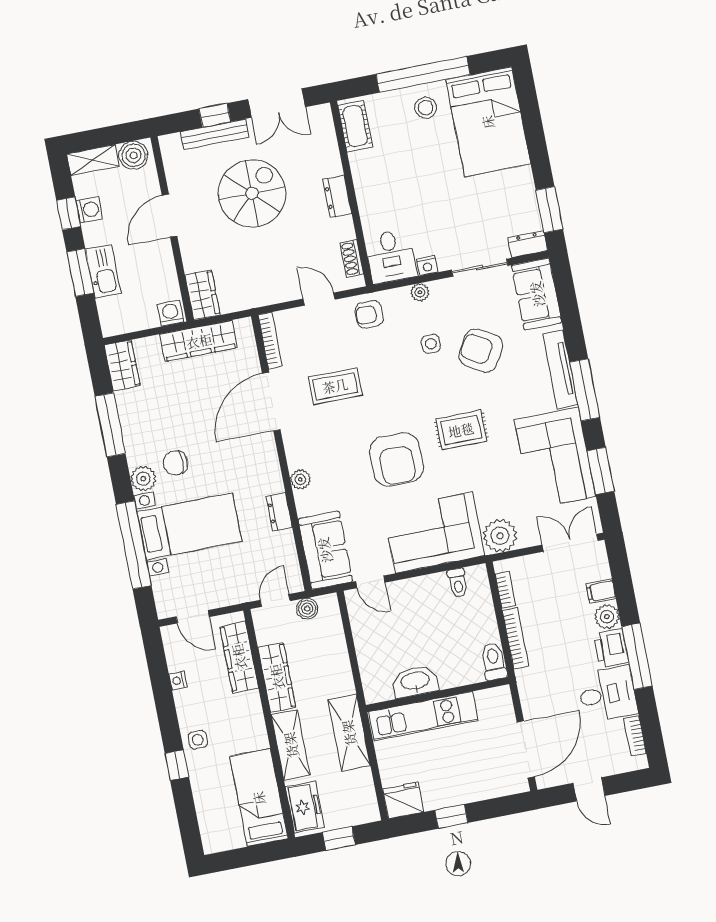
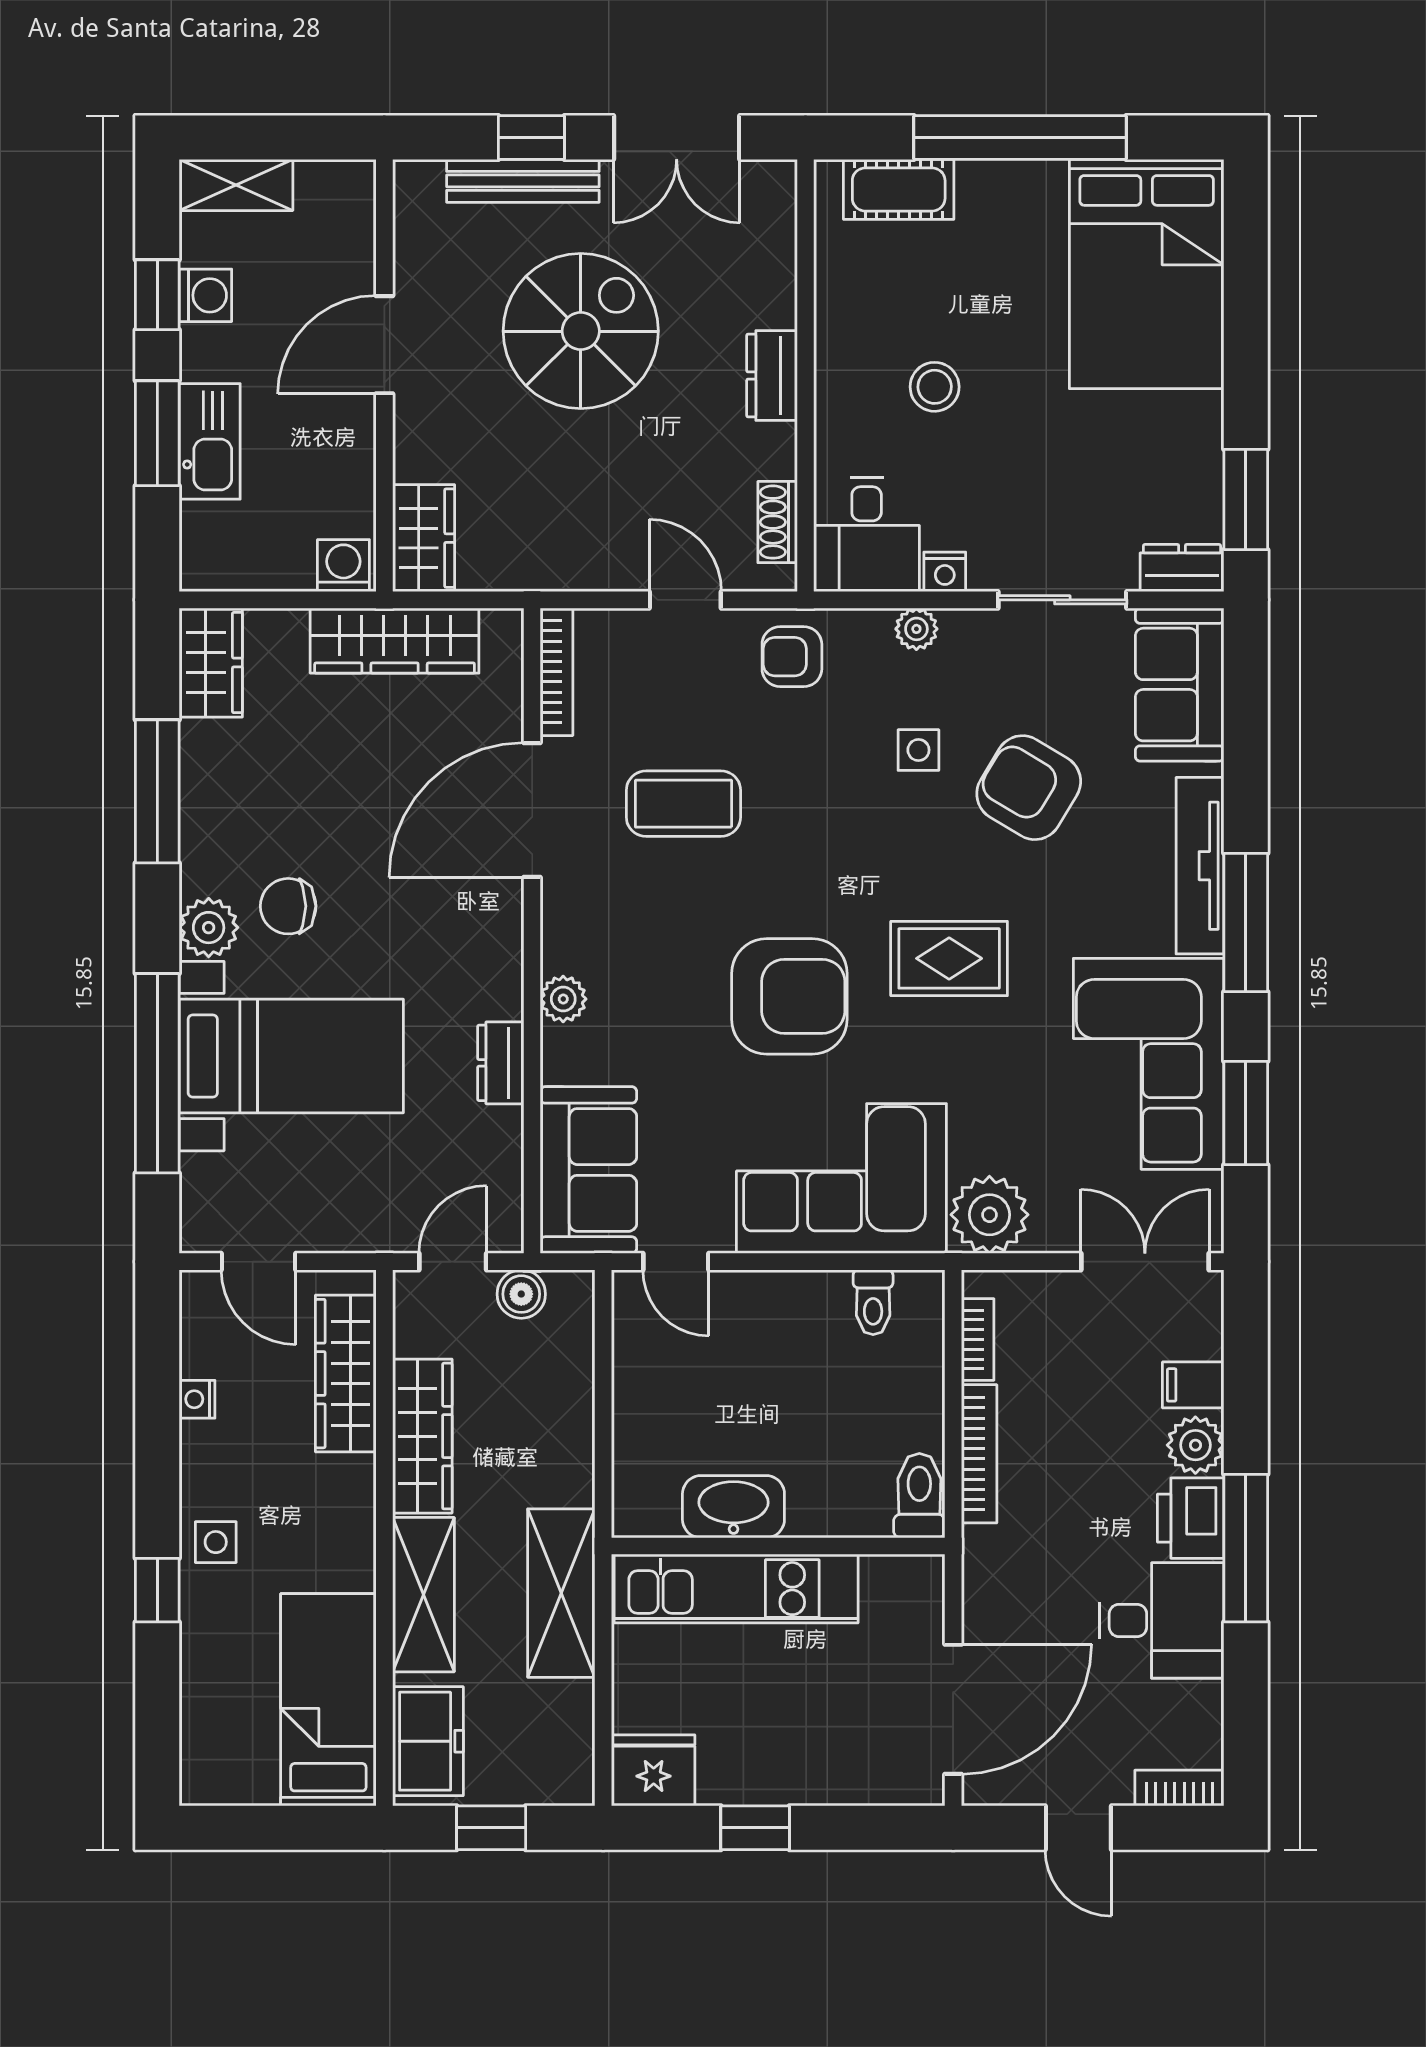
stool: (426, 108) -> (935, 387), moved
cot: (355, 126) -> (899, 189), moved, turned 90
boiler: (134, 155) -> (330, 192), removed
armchair: (396, 459) -> (789, 996), turned -90
bookcase: (635, 736) -> (1179, 1788), moved, turned 90

